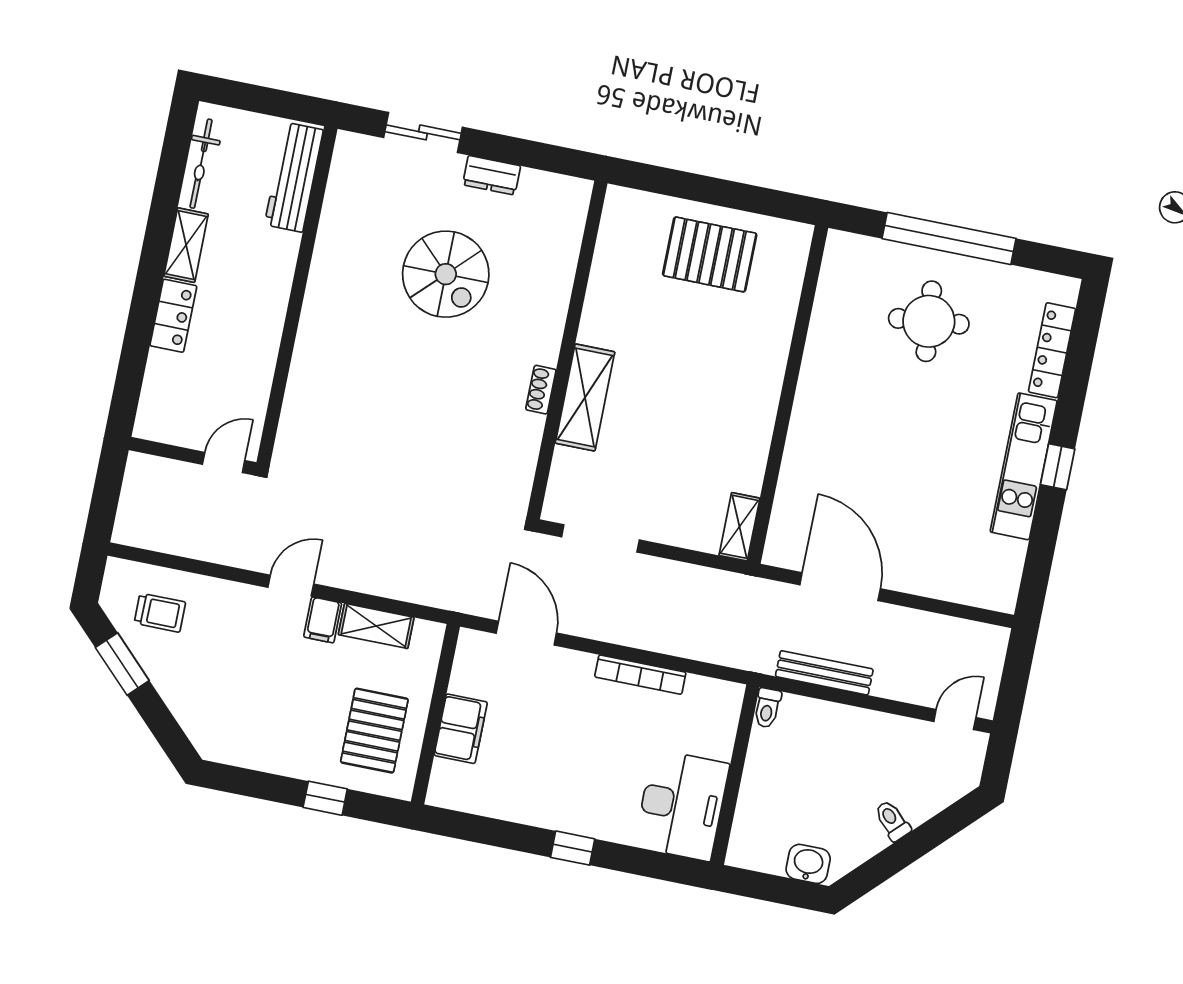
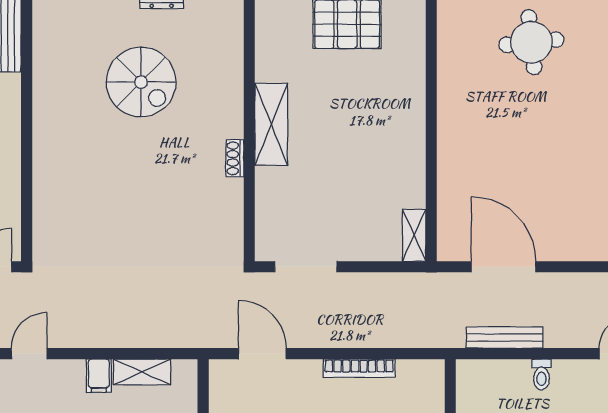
shelving: (585, 397) -> (271, 124), moved
door: (291, 586) -> (29, 354), moved
toilet: (767, 708) -> (541, 374), moved

